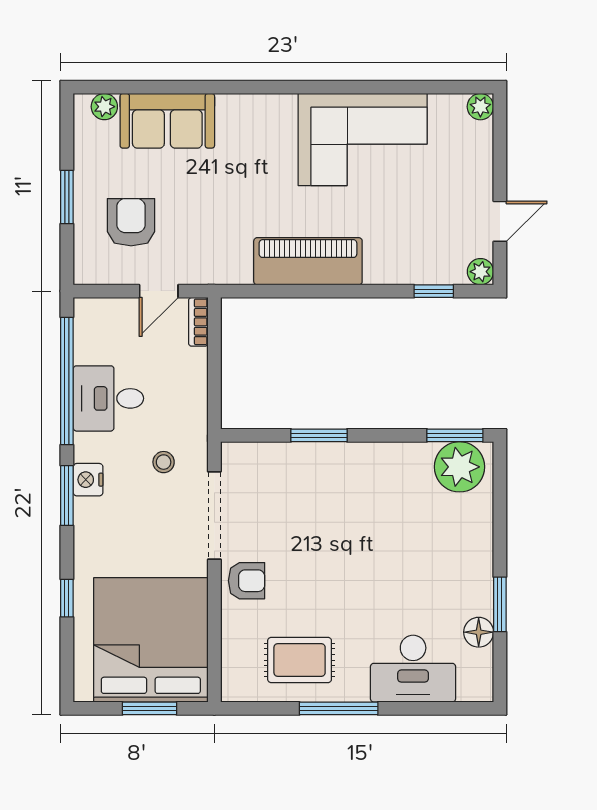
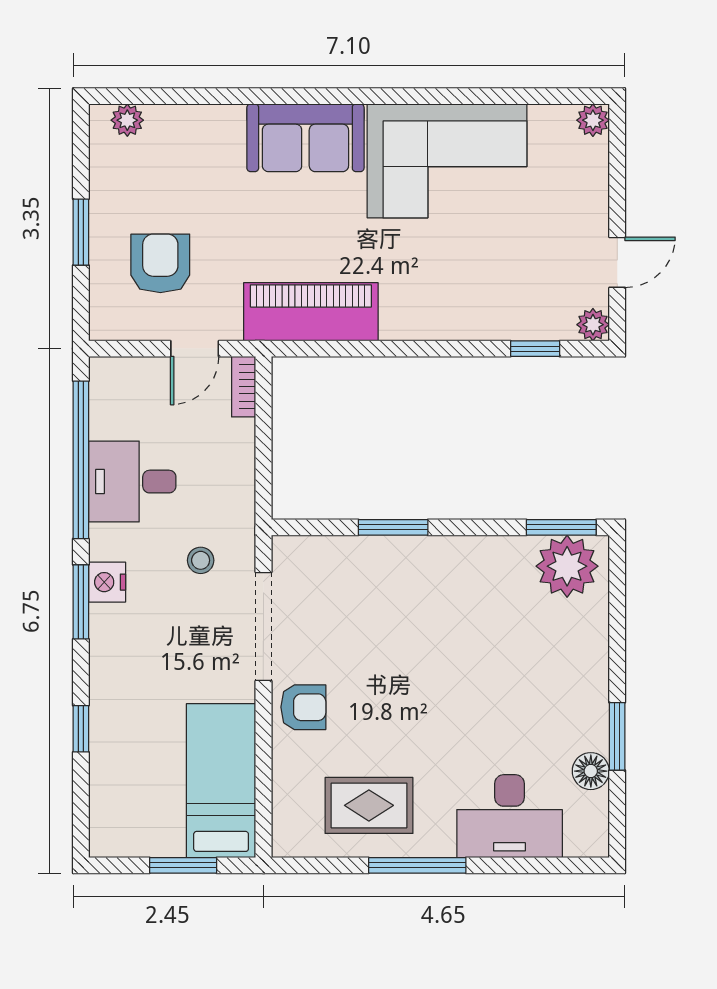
sofa: (167, 121) -> (305, 138), moved
piano: (308, 261) -> (311, 312), moved
bed: (151, 640) -> (221, 781), width x0.49

